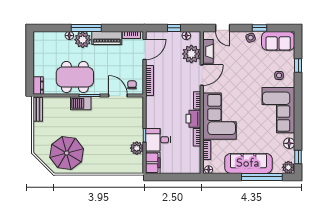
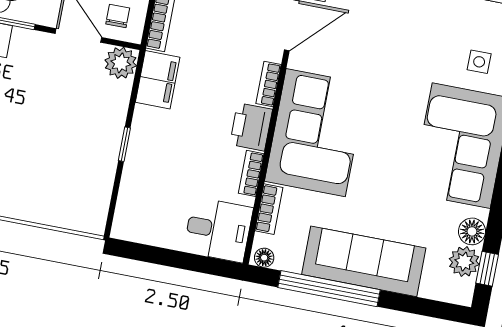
desk: (158, 140) -> (218, 230), moved, turned 180
plant: (137, 148) -> (121, 63), moved
filing cabinet: (153, 163) -> (158, 80), moved
plant: (288, 167) -> (464, 262), moved
window: (262, 177) -> (329, 289), moved

